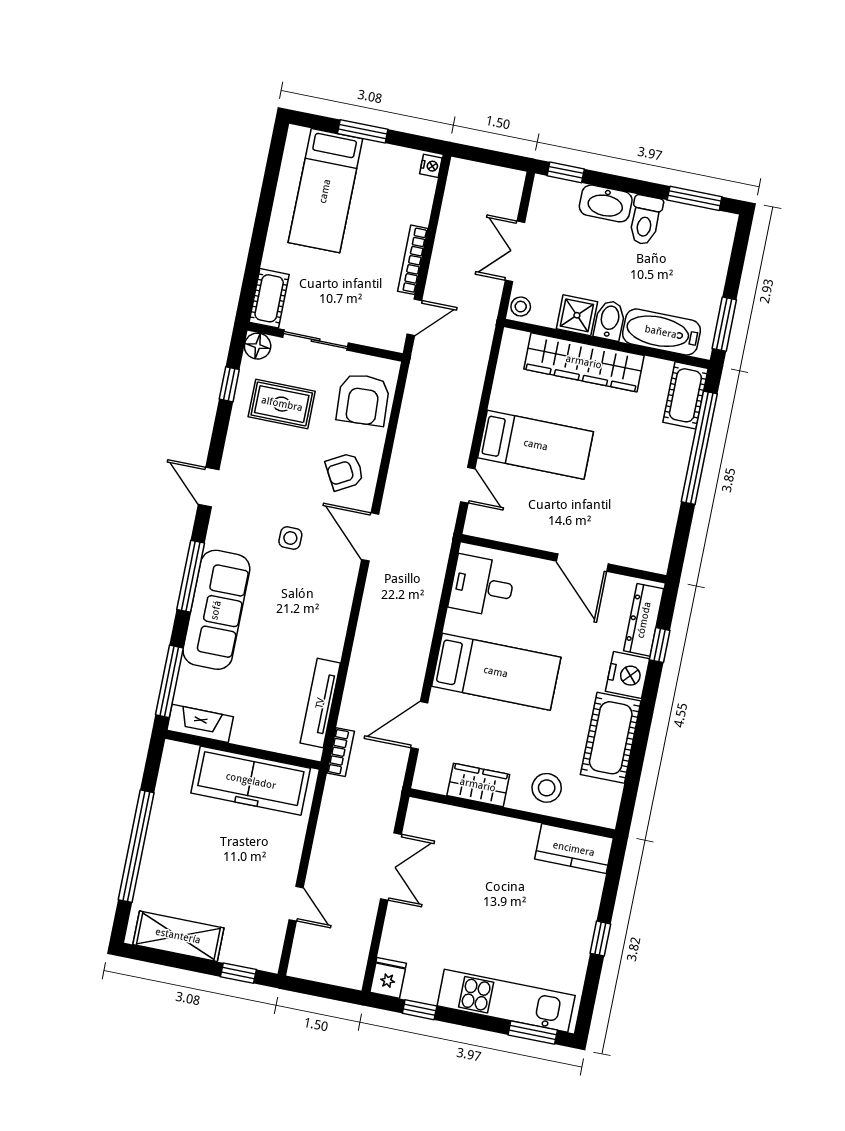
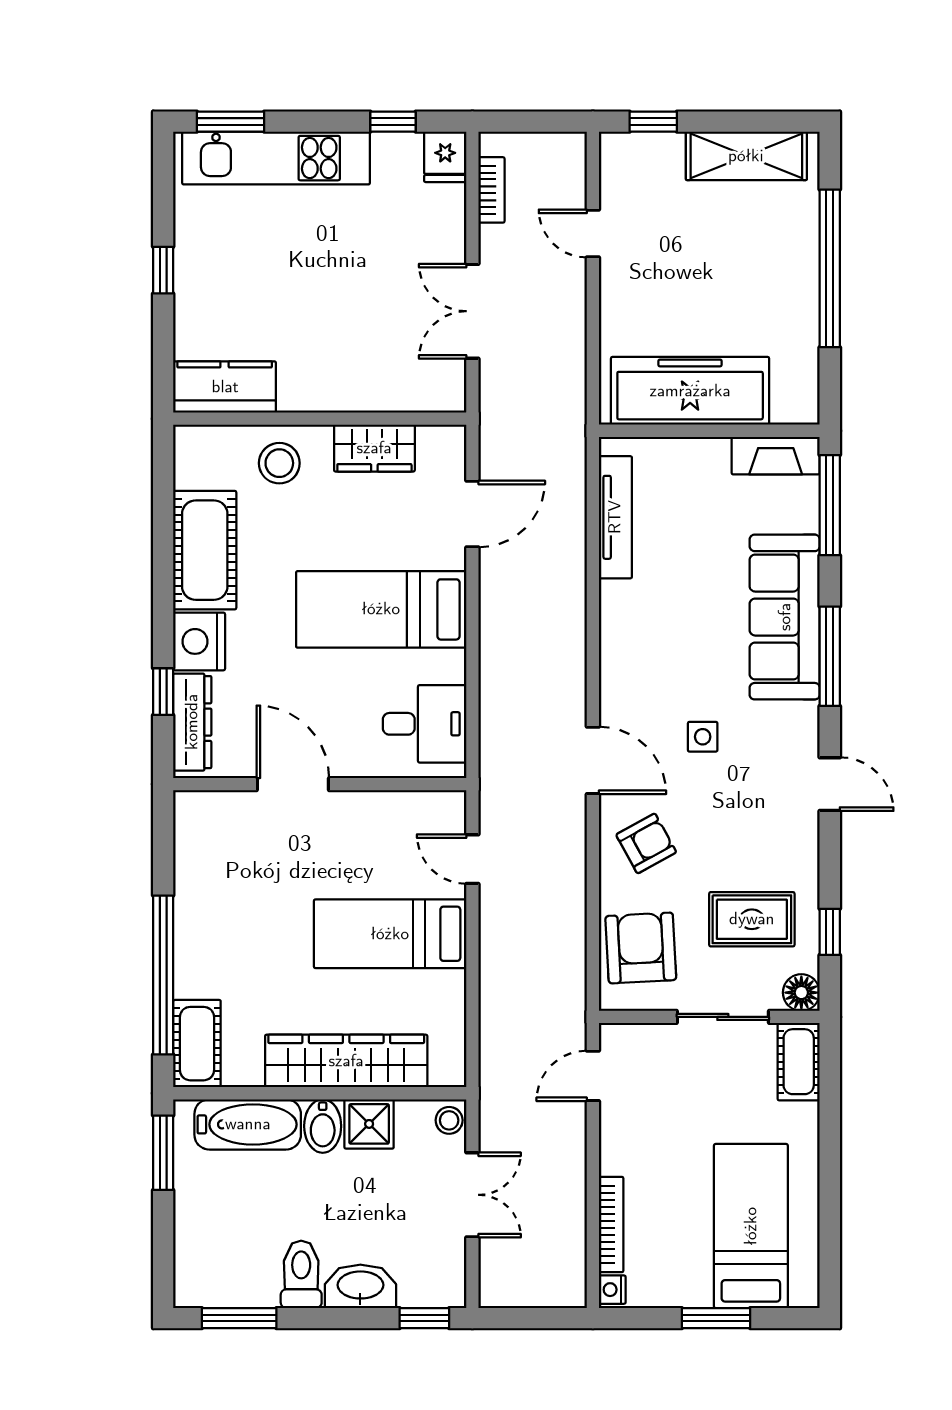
bookcase: (413, 260) -> (611, 1225), moved
bookcase: (341, 752) -> (491, 190), moved, turned 180

